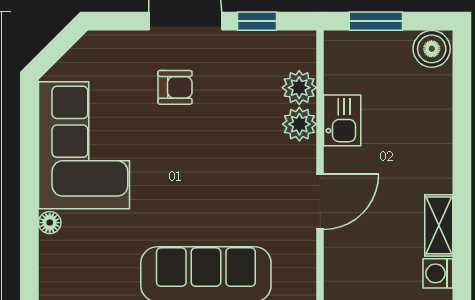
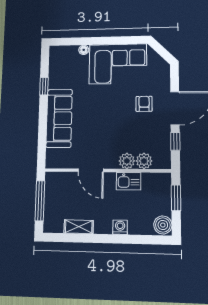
armchair: (175, 87) -> (144, 104), turned 180
washing machine: (438, 273) -> (120, 227), moved

